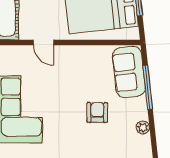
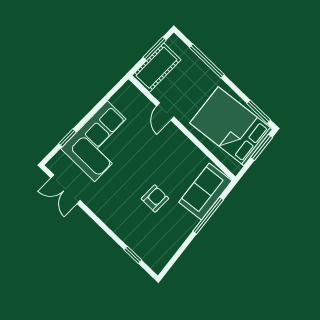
plant: (143, 127) -> (177, 241), removed

